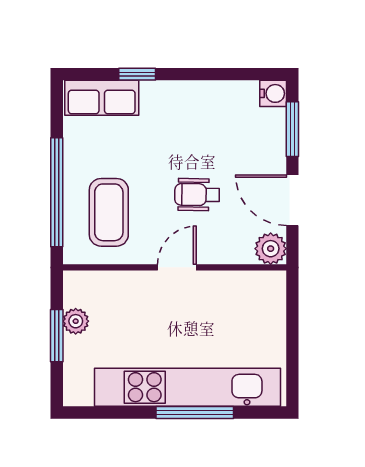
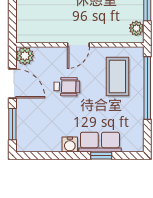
water cooler: (273, 93) -> (70, 145), moved, turned -90
row of seats: (102, 98) -> (100, 142), moved
plant: (76, 321) -> (136, 28), moved

